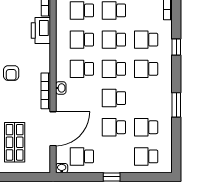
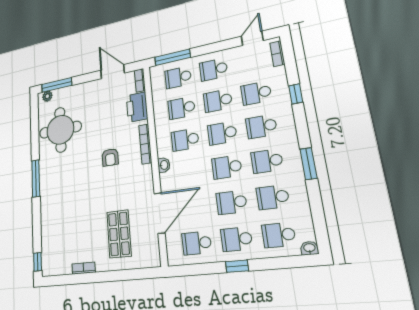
bookcase: (46, 91) -> (145, 144), moved
school desk: (146, 98) -> (267, 161), added
school desk: (114, 156) -> (236, 239), added
washbasin: (62, 168) -> (309, 248), moved

